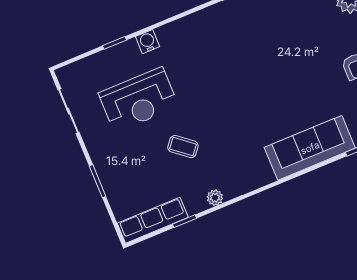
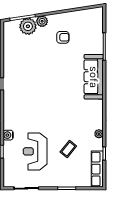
reception desk: (139, 100) -> (35, 151), turned 180
coffee table: (183, 147) -> (68, 149), moved

